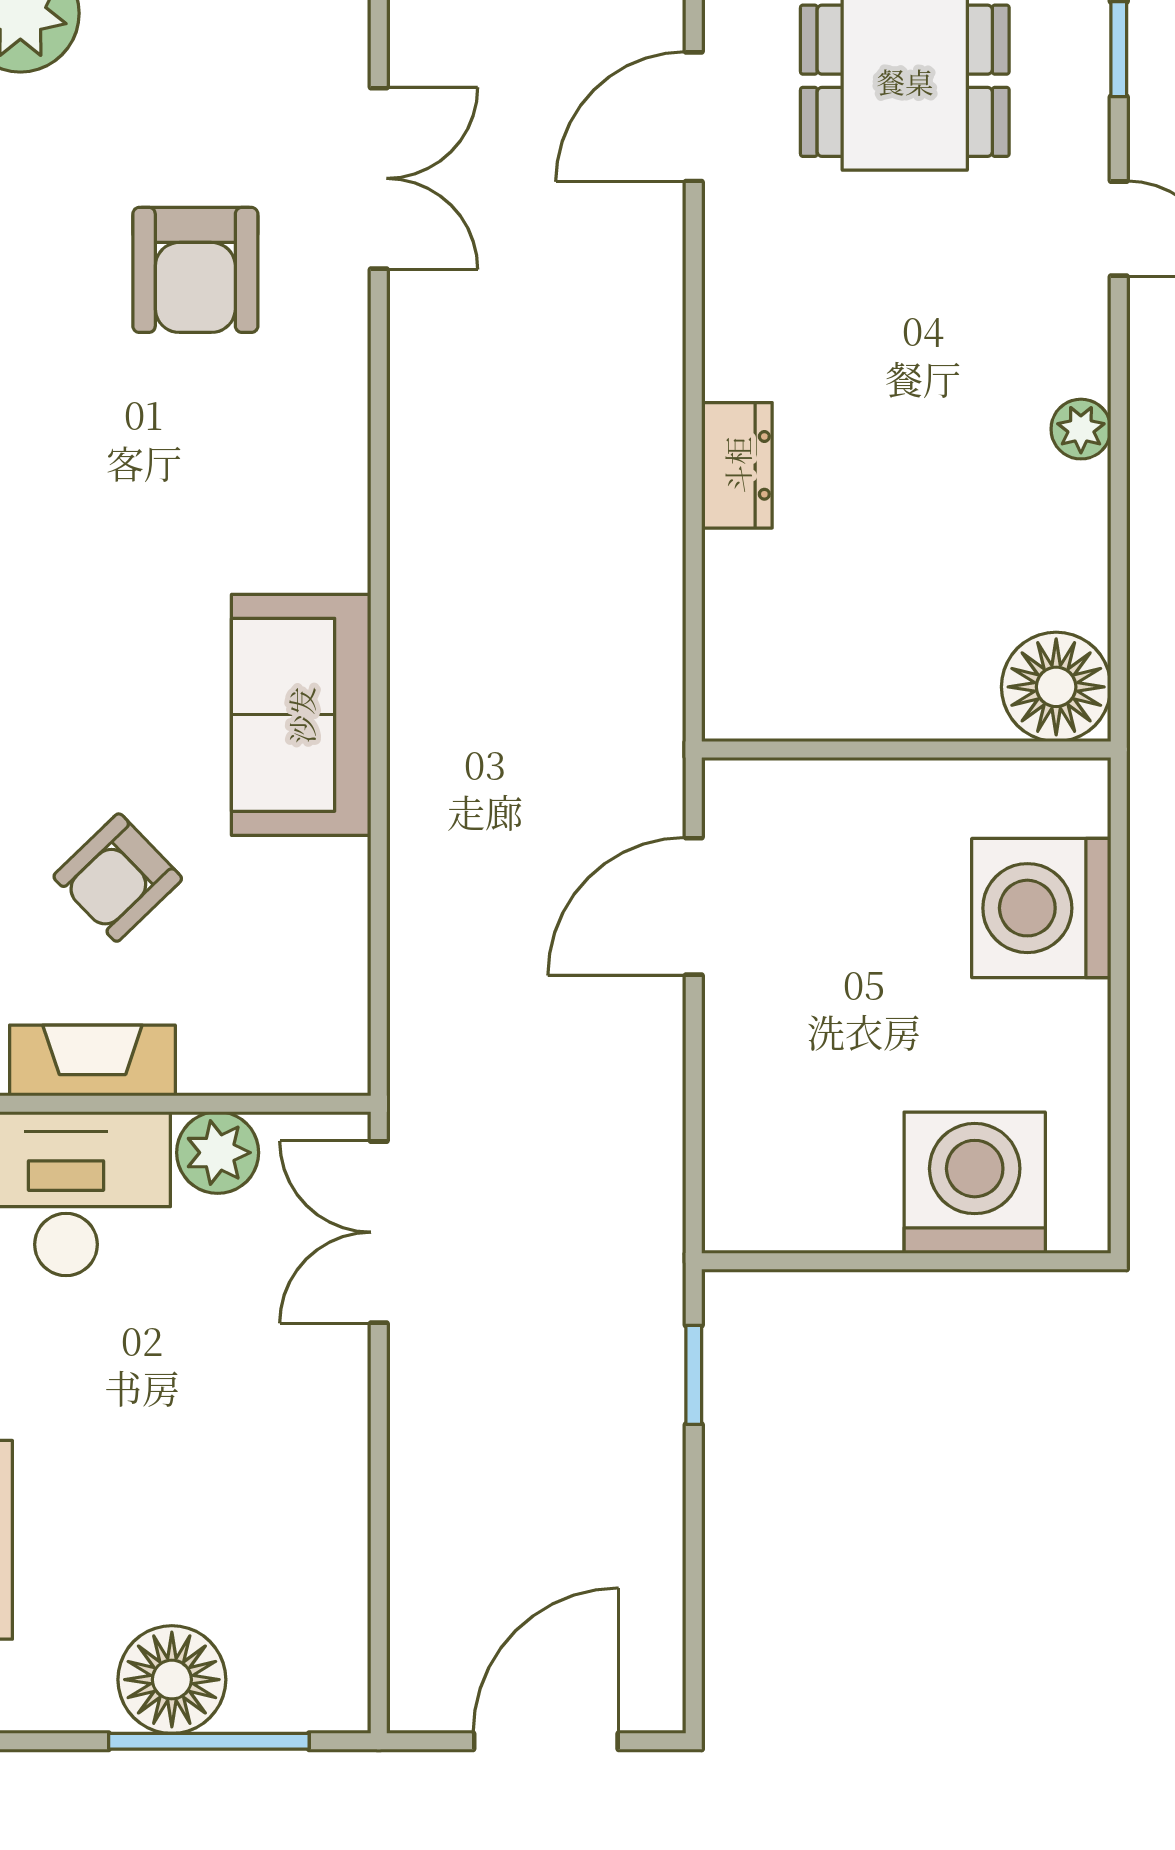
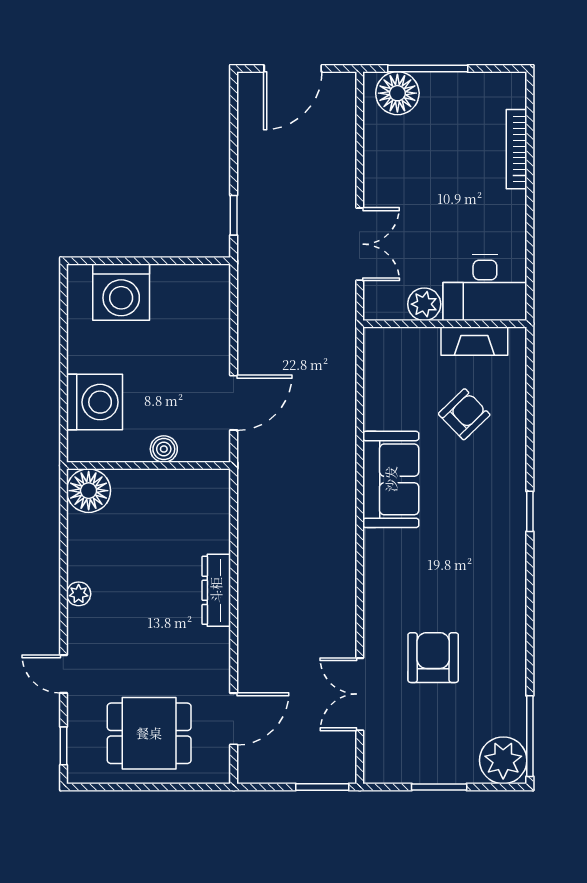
dresser: (737, 465) -> (216, 590), width x1.44
boiler: (868, 791) -> (164, 449), added
double door: (379, 1232) -> (360, 244), moved
floor lamp: (172, 1680) -> (397, 93), moved

